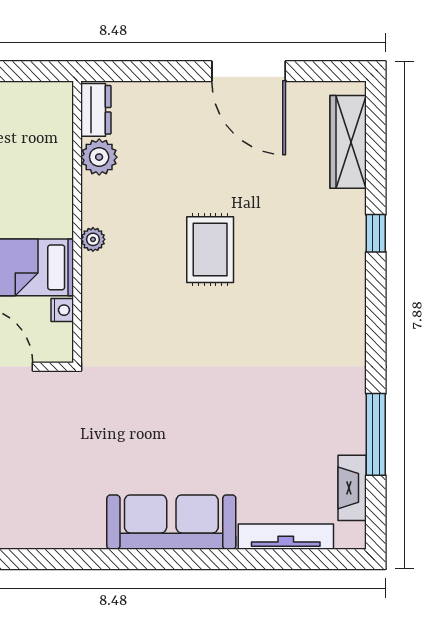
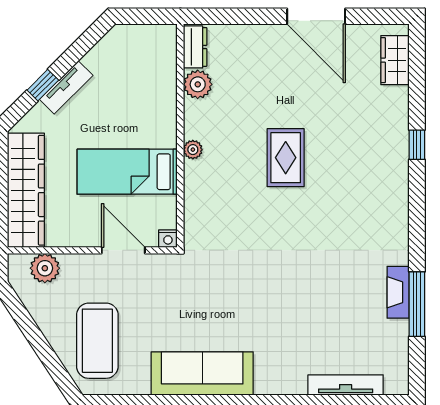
wardrobe: (348, 142) -> (395, 60), width x0.67
nightstand: (62, 310) -> (168, 239), moved, turned 90
fireplace: (352, 488) -> (398, 292), moved
sofa: (171, 522) -> (202, 374), moved

